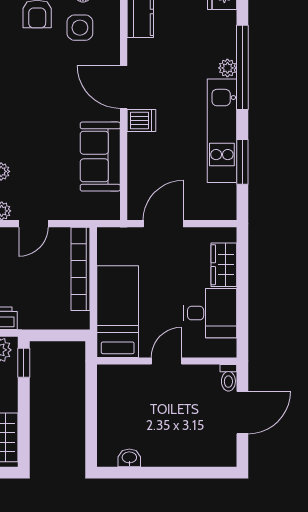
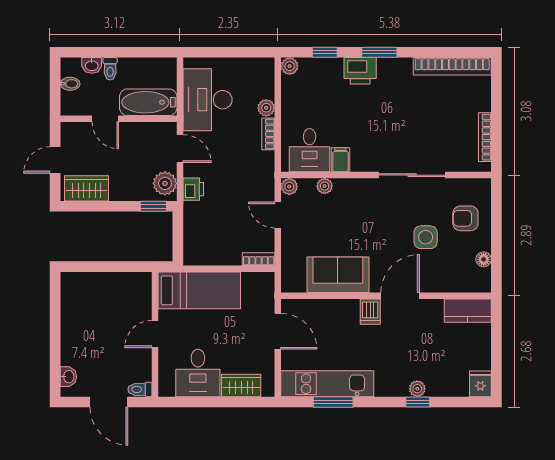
side table: (80, 28) -> (426, 237), moved
window: (242, 67) -> (418, 402), width x0.32
kitchen unit: (222, 131) -> (327, 384), moved
bookcase: (81, 269) -> (259, 259), width x0.43, depth x0.76
door: (166, 361) -> (155, 334), swing flipped
washbasin: (129, 458) -> (68, 377), moved

